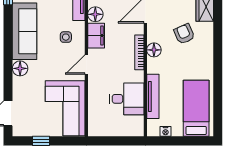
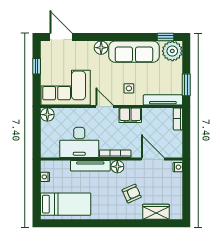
floor lamp: (95, 14) -> (47, 115), moved
tv unit: (153, 96) -> (90, 166), moved
desk: (127, 99) -> (79, 142), width x1.37

